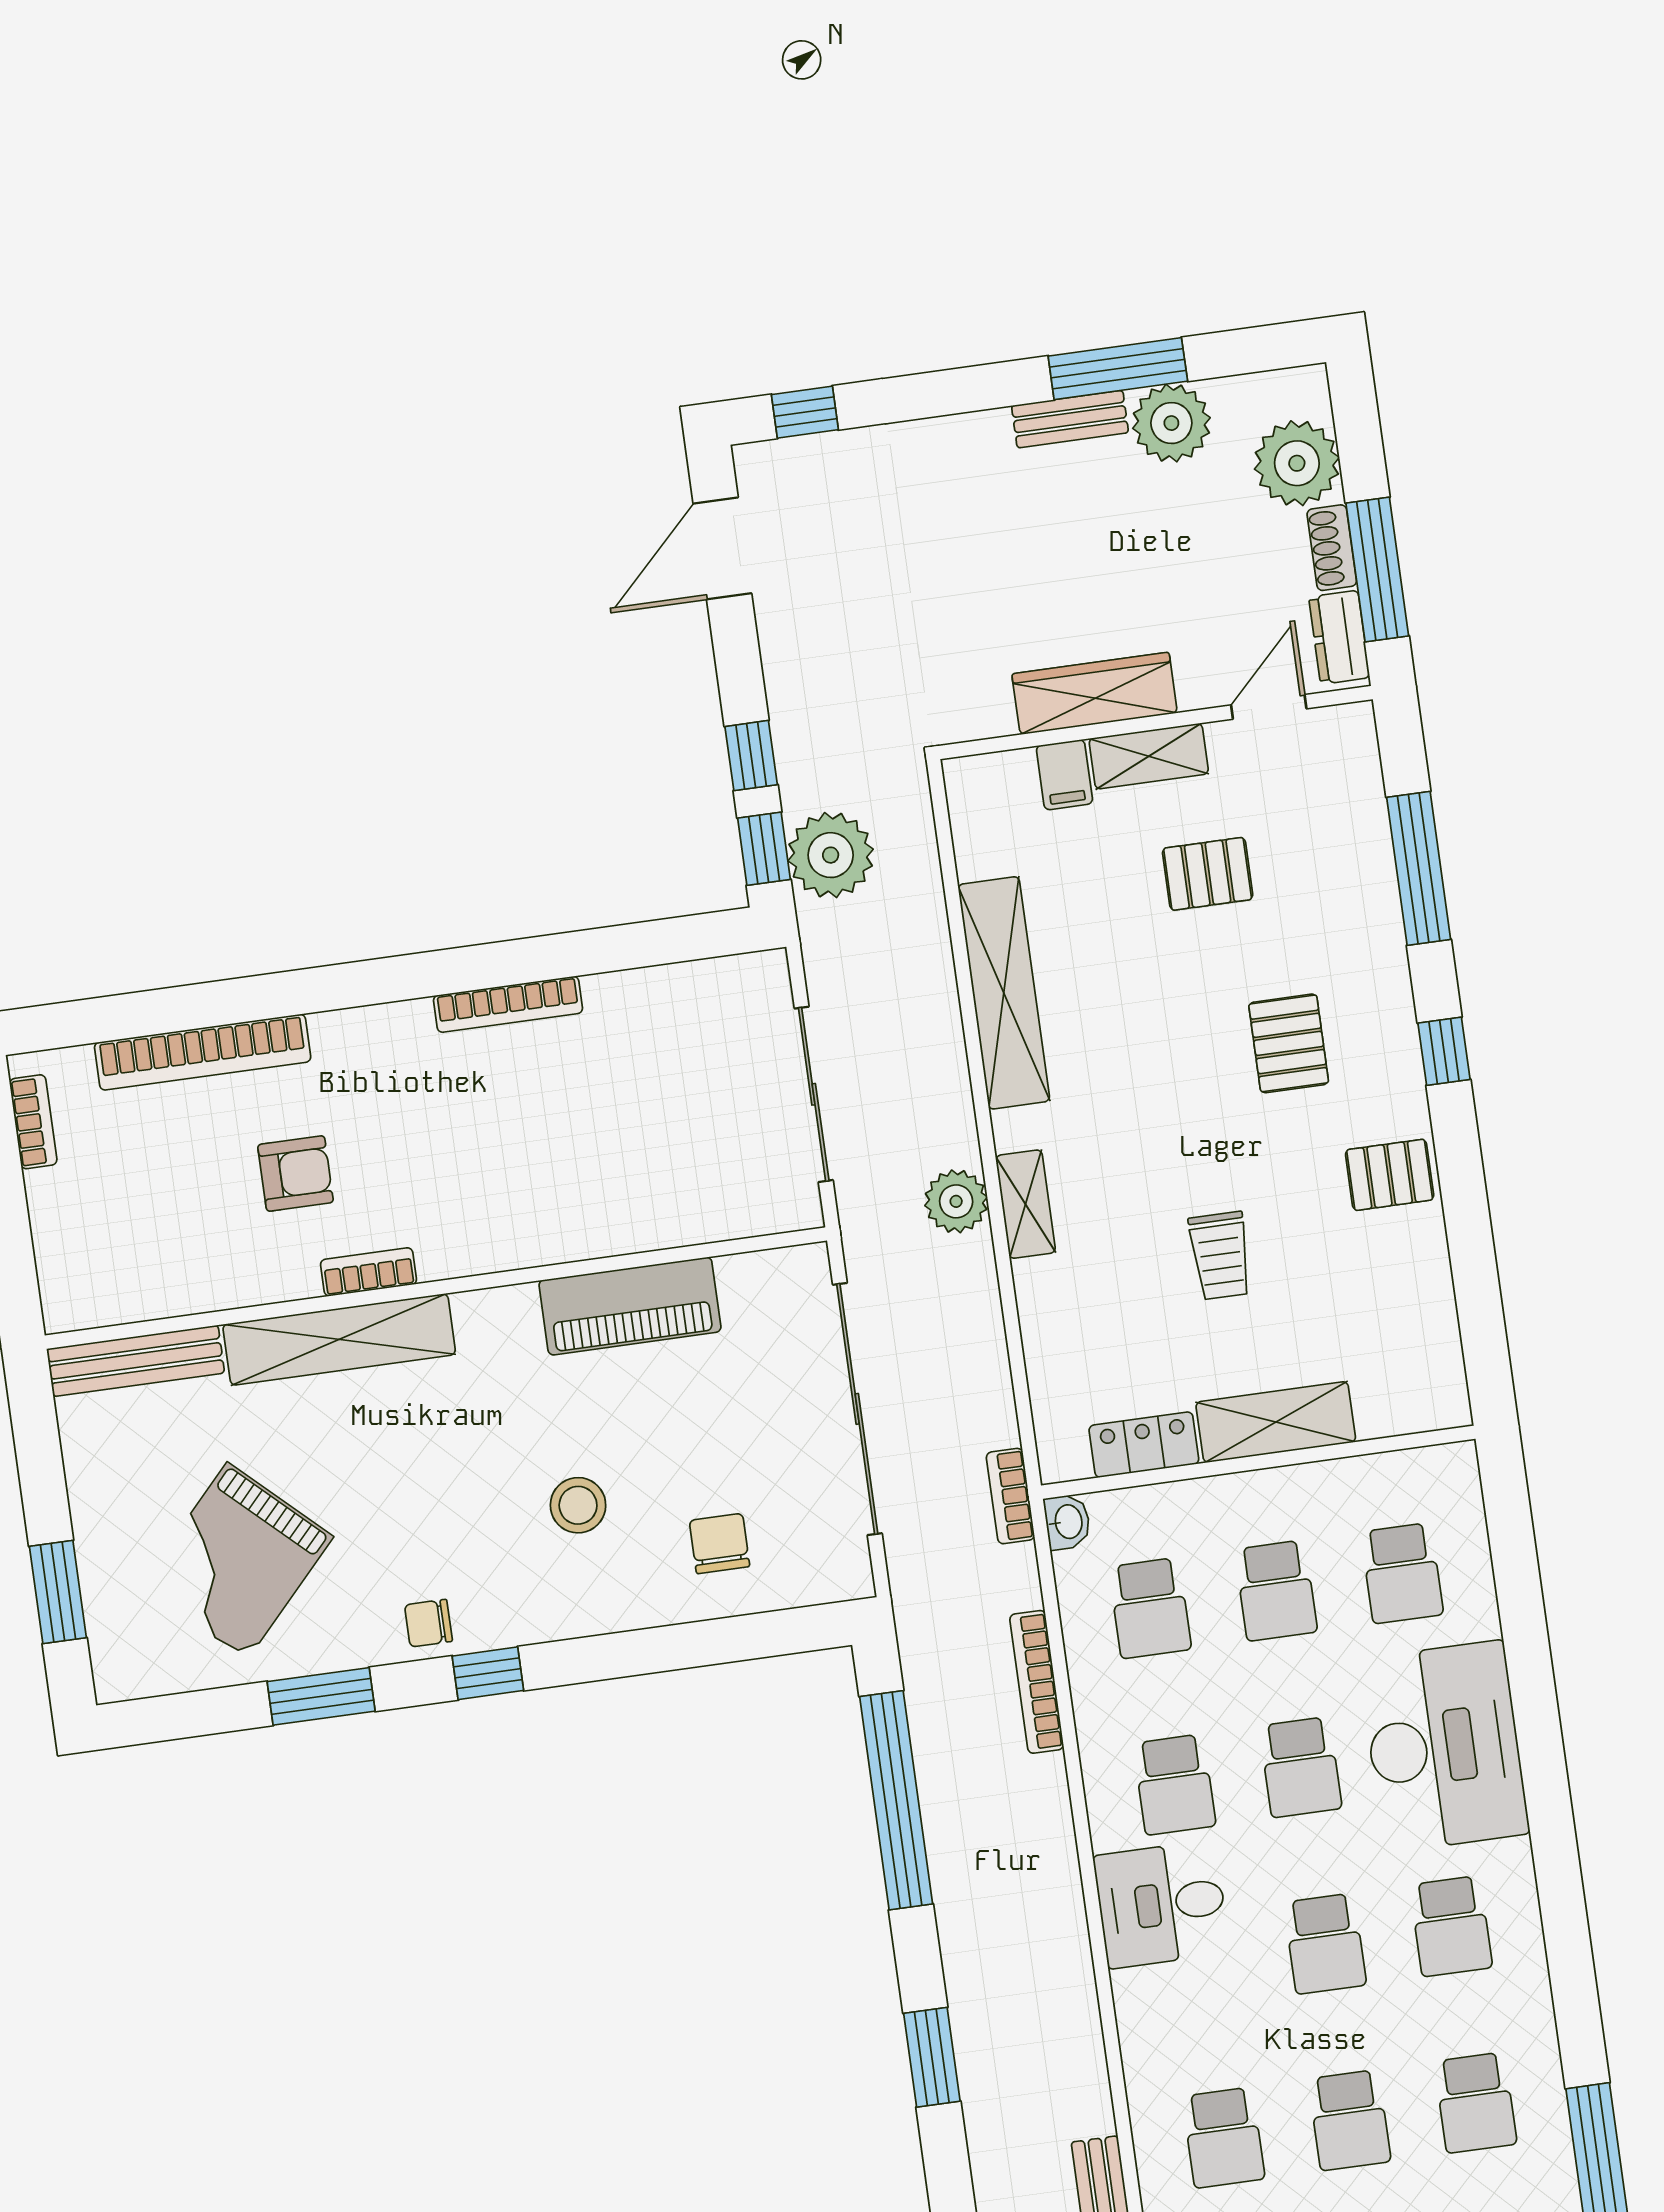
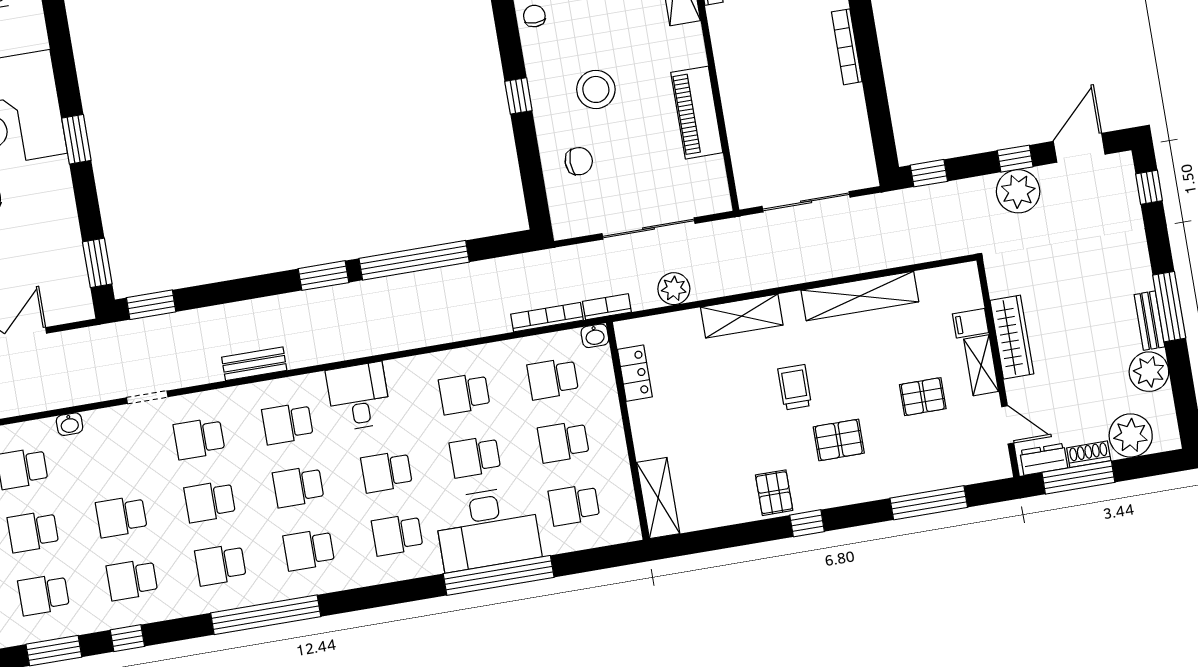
window: (1118, 369) -> (1169, 307), moved
door: (722, 548) -> (1079, 148), hinge flipped
window: (751, 756) -> (1015, 159), moved
plant: (831, 855) -> (1018, 191), moved
pallet: (1208, 874) -> (923, 397), turned 90
window: (1444, 1051) -> (807, 523), moved
plant: (956, 1201) -> (674, 289), moved
shelving: (1026, 1204) -> (742, 316), width x1.50, depth x1.33
trolley: (1220, 1256) -> (795, 387), moved, turned 90
sliding door: (857, 1409) -> (648, 228), width x0.73
shelving: (1276, 1422) -> (658, 498), moved
stool: (578, 1505) -> (596, 89), width x1.38, depth x1.38
window: (488, 1673) -> (518, 96), moved
bookcase: (1037, 1682) -> (547, 317), moved
window: (1538, 1727) -> (499, 575), added
window: (896, 1800) -> (414, 260), moved
desk: (1162, 1904) -> (359, 397), moved

